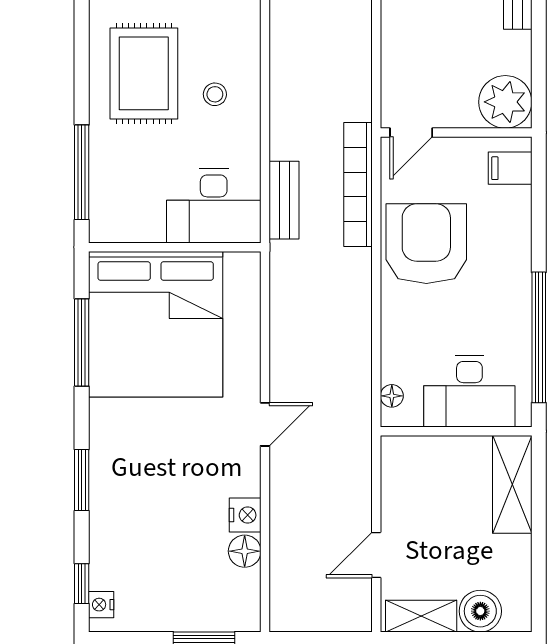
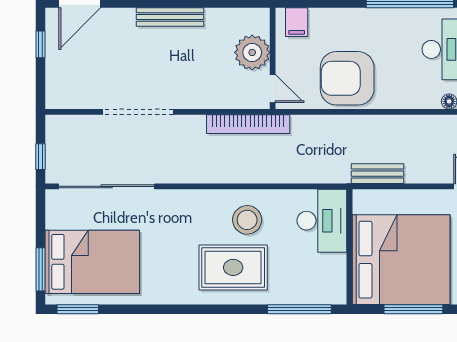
stool: (215, 94) -> (247, 220), width x1.89, depth x1.89
plant: (505, 102) -> (252, 52), moved
bookcase: (358, 184) -> (248, 124), moved
bench: (284, 200) -> (377, 174), moved

